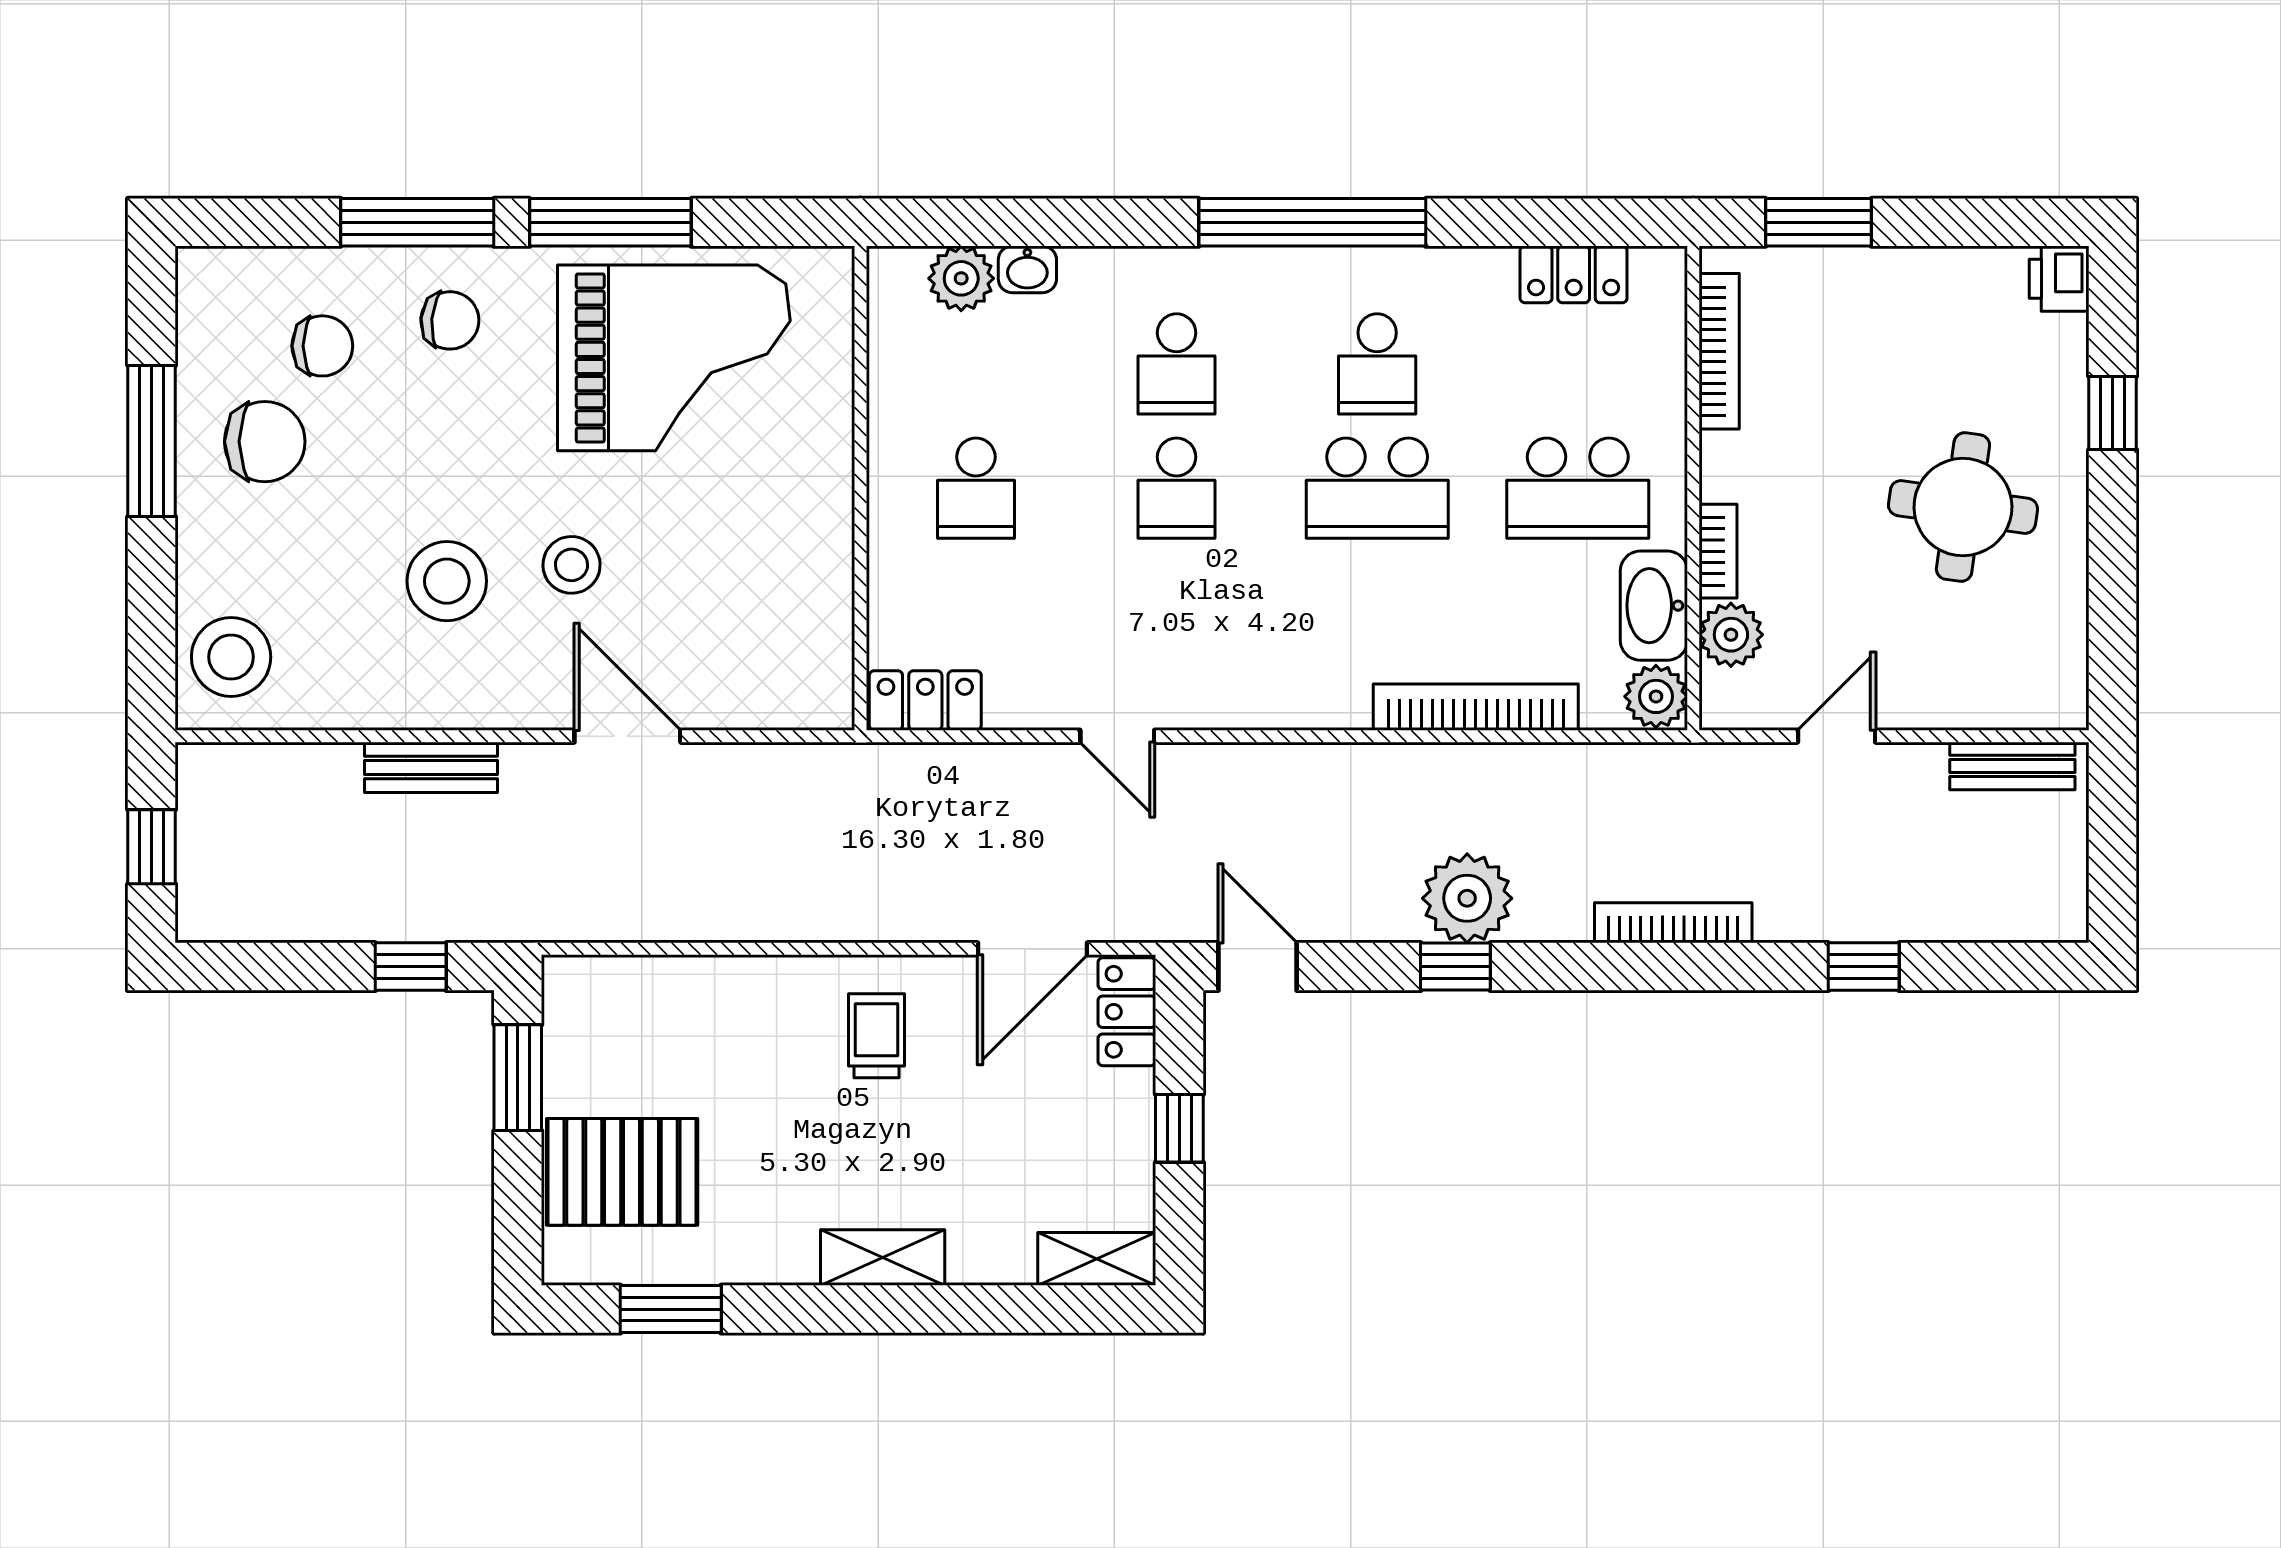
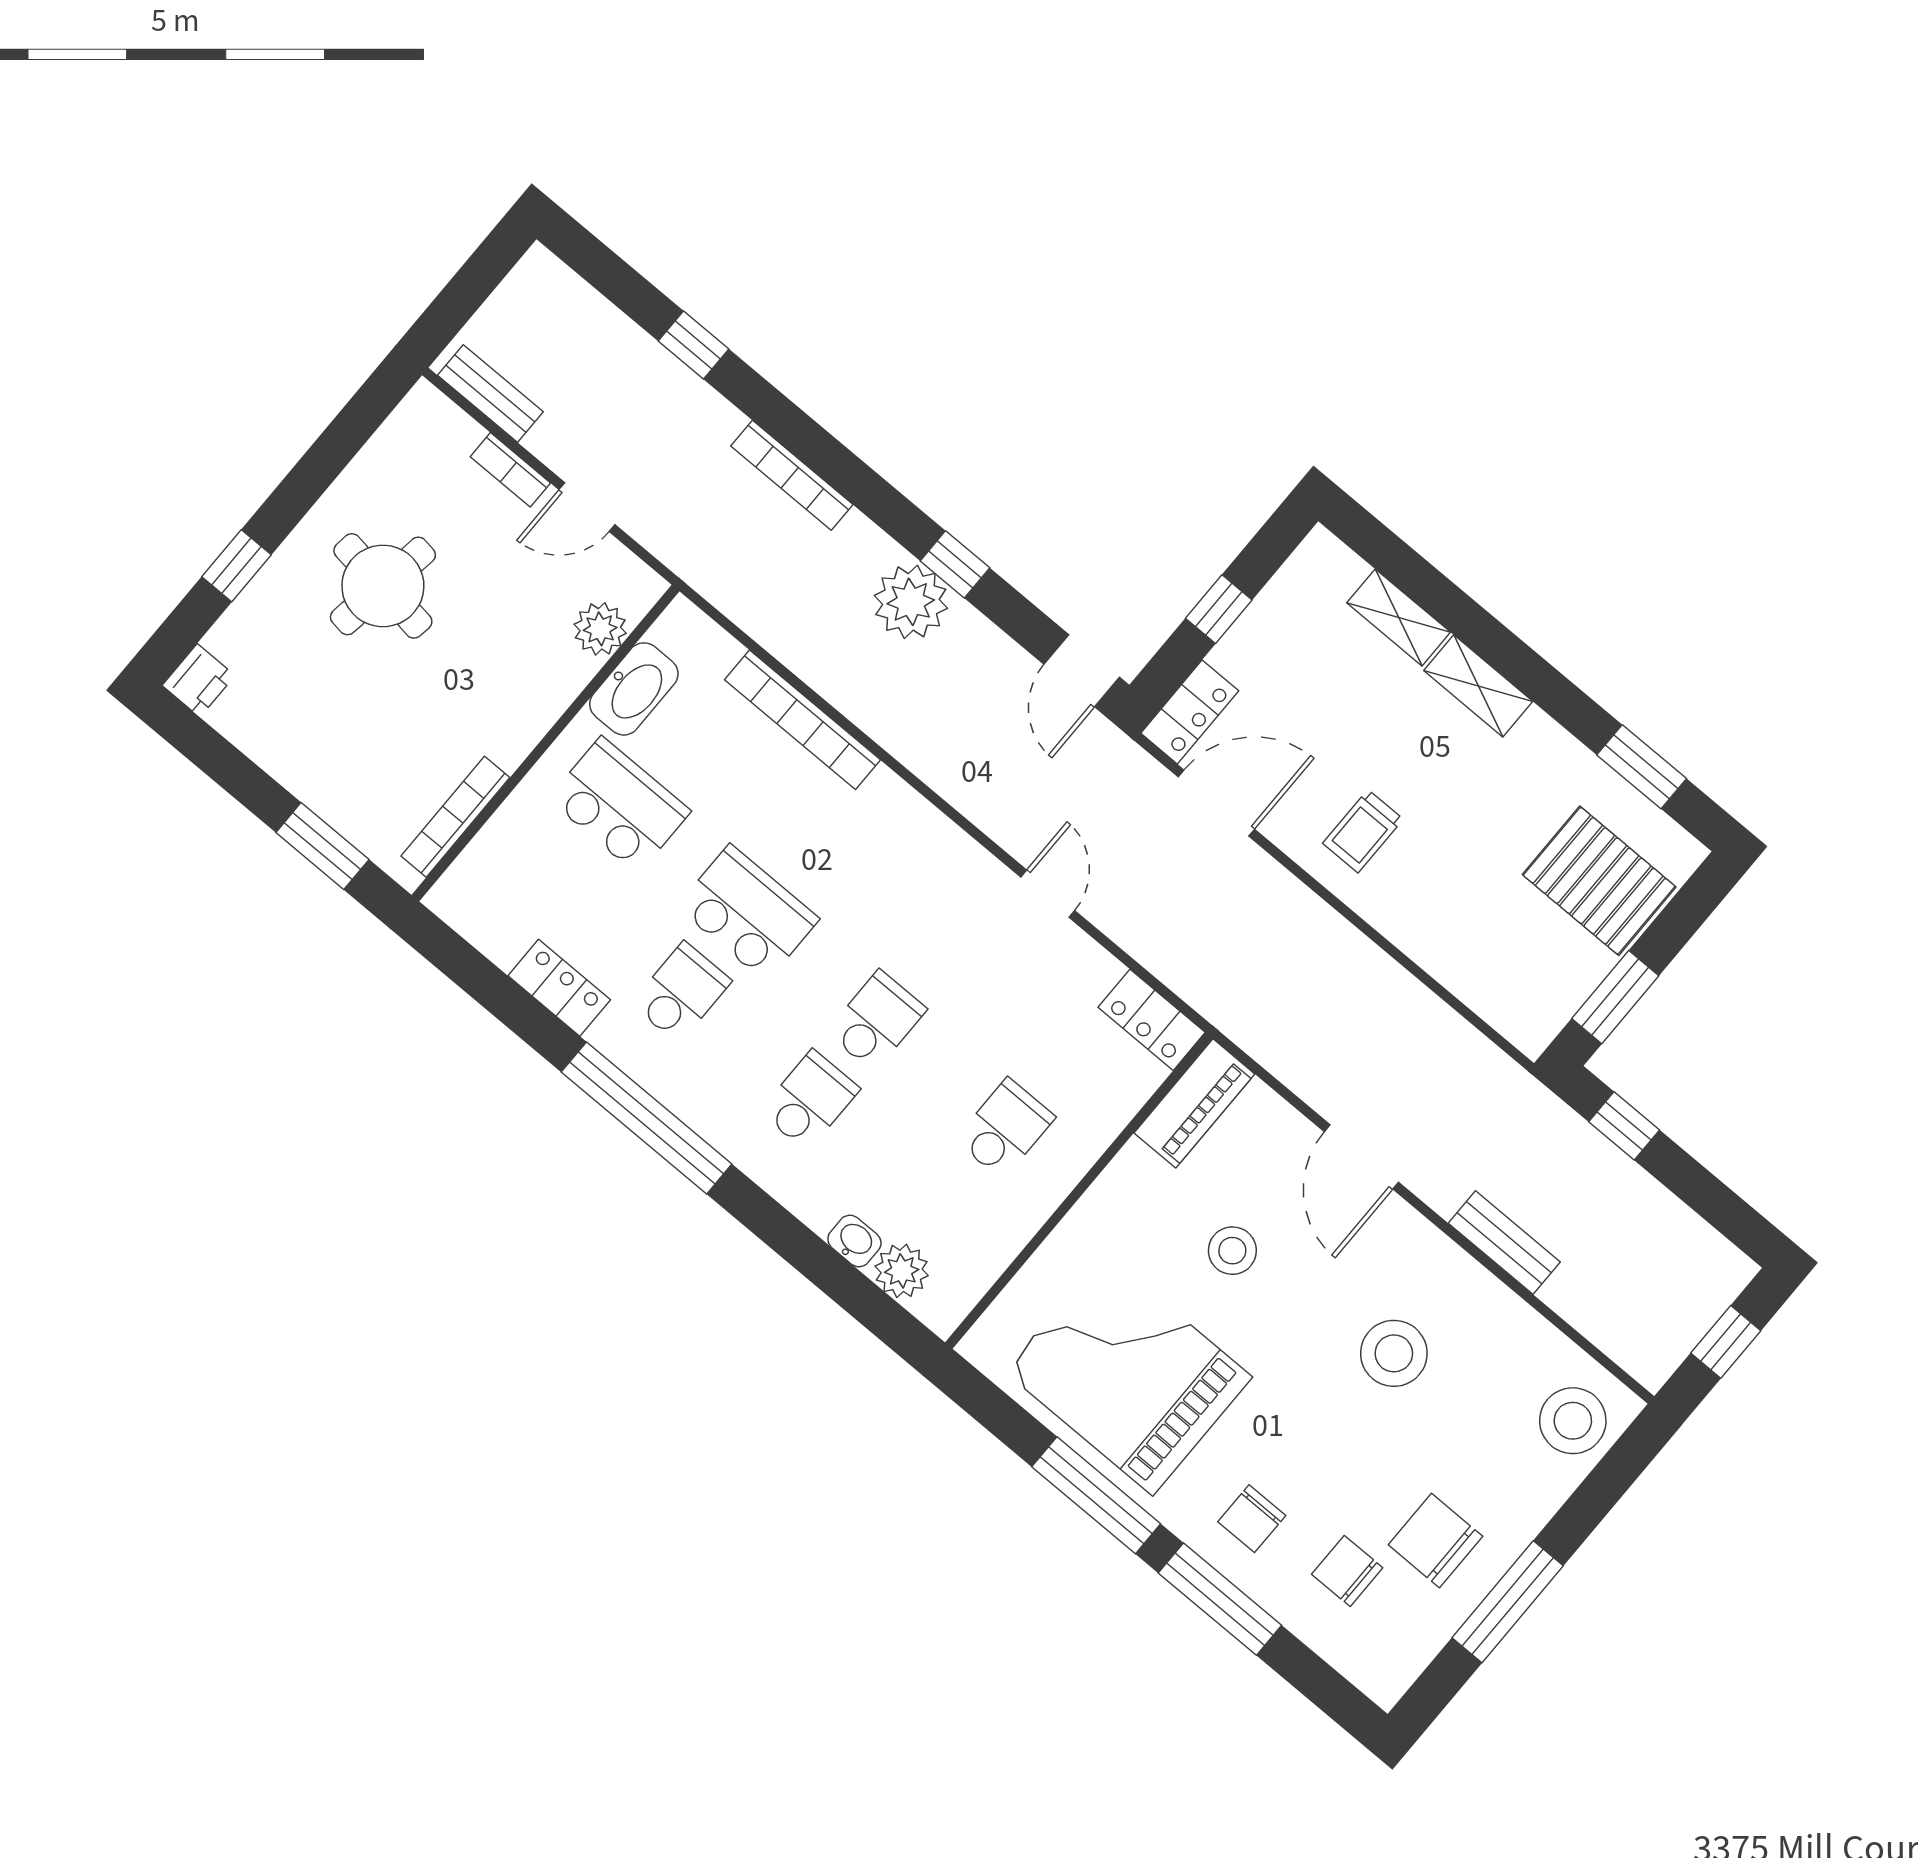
locker: (1574, 274) -> (559, 988), moved
chair: (450, 320) -> (1252, 1519), turned -95
bookcase: (1718, 551) -> (510, 470), moved, turned -90
stool: (572, 565) -> (1232, 1251), moved
piano: (822, 657) -> (1194, 1103), added
plant: (1656, 696) -> (681, 630), removed
shelving: (1097, 1259) -> (1399, 617), moved

